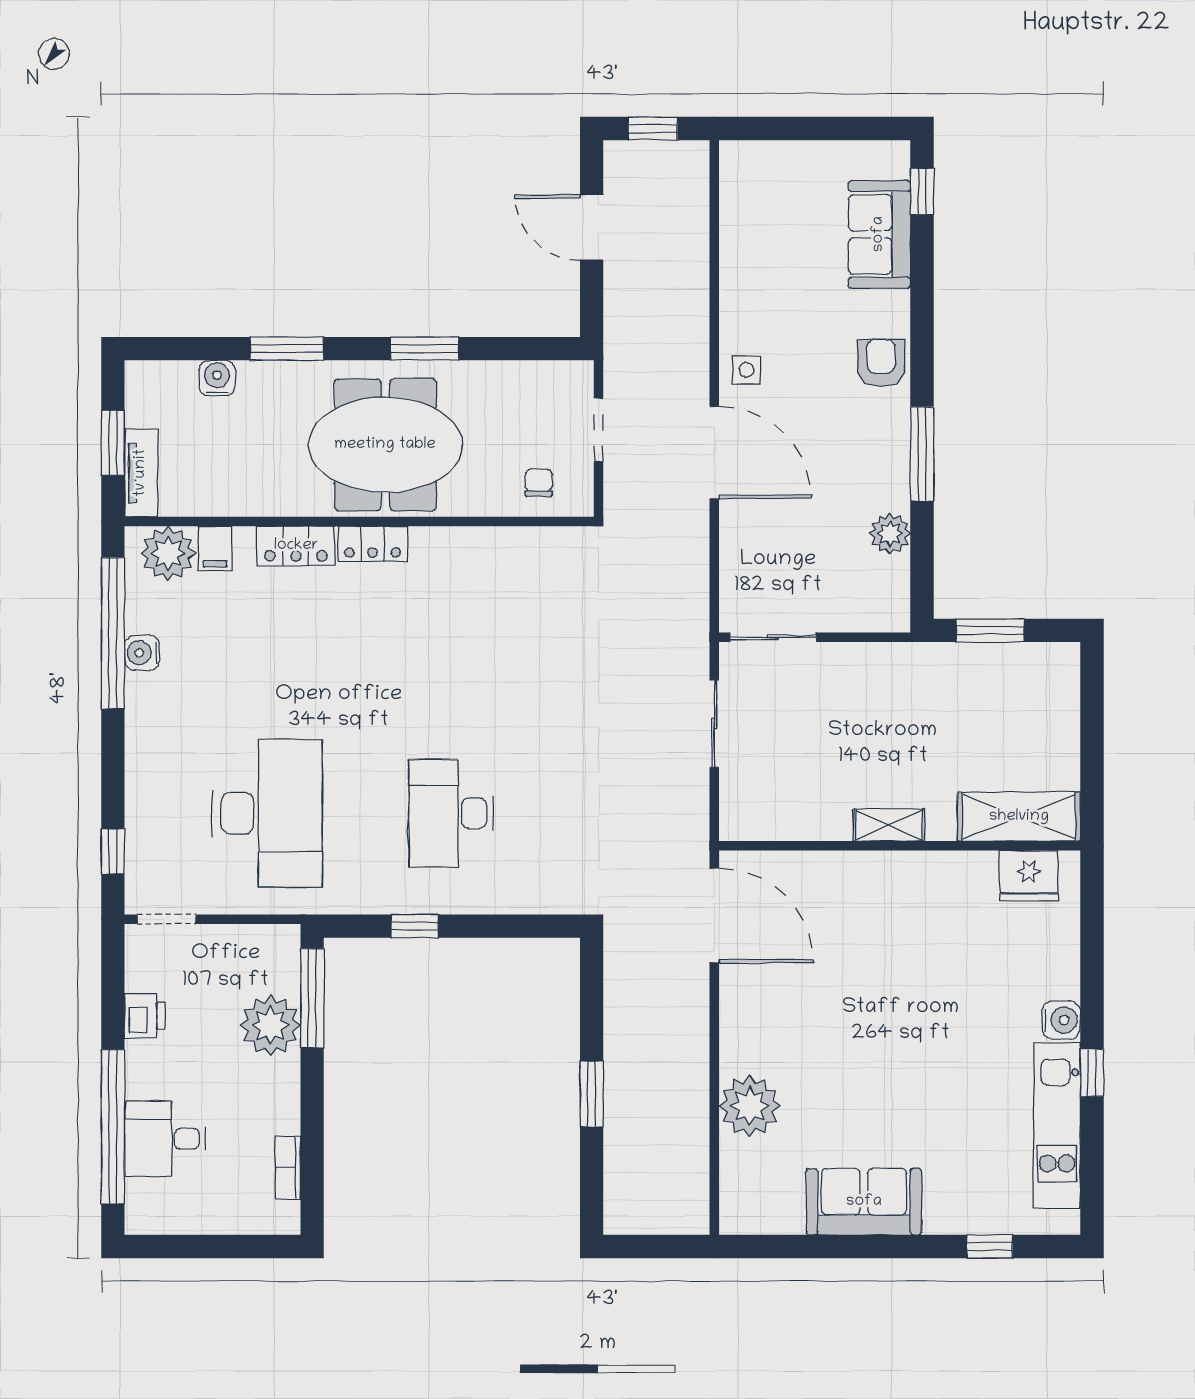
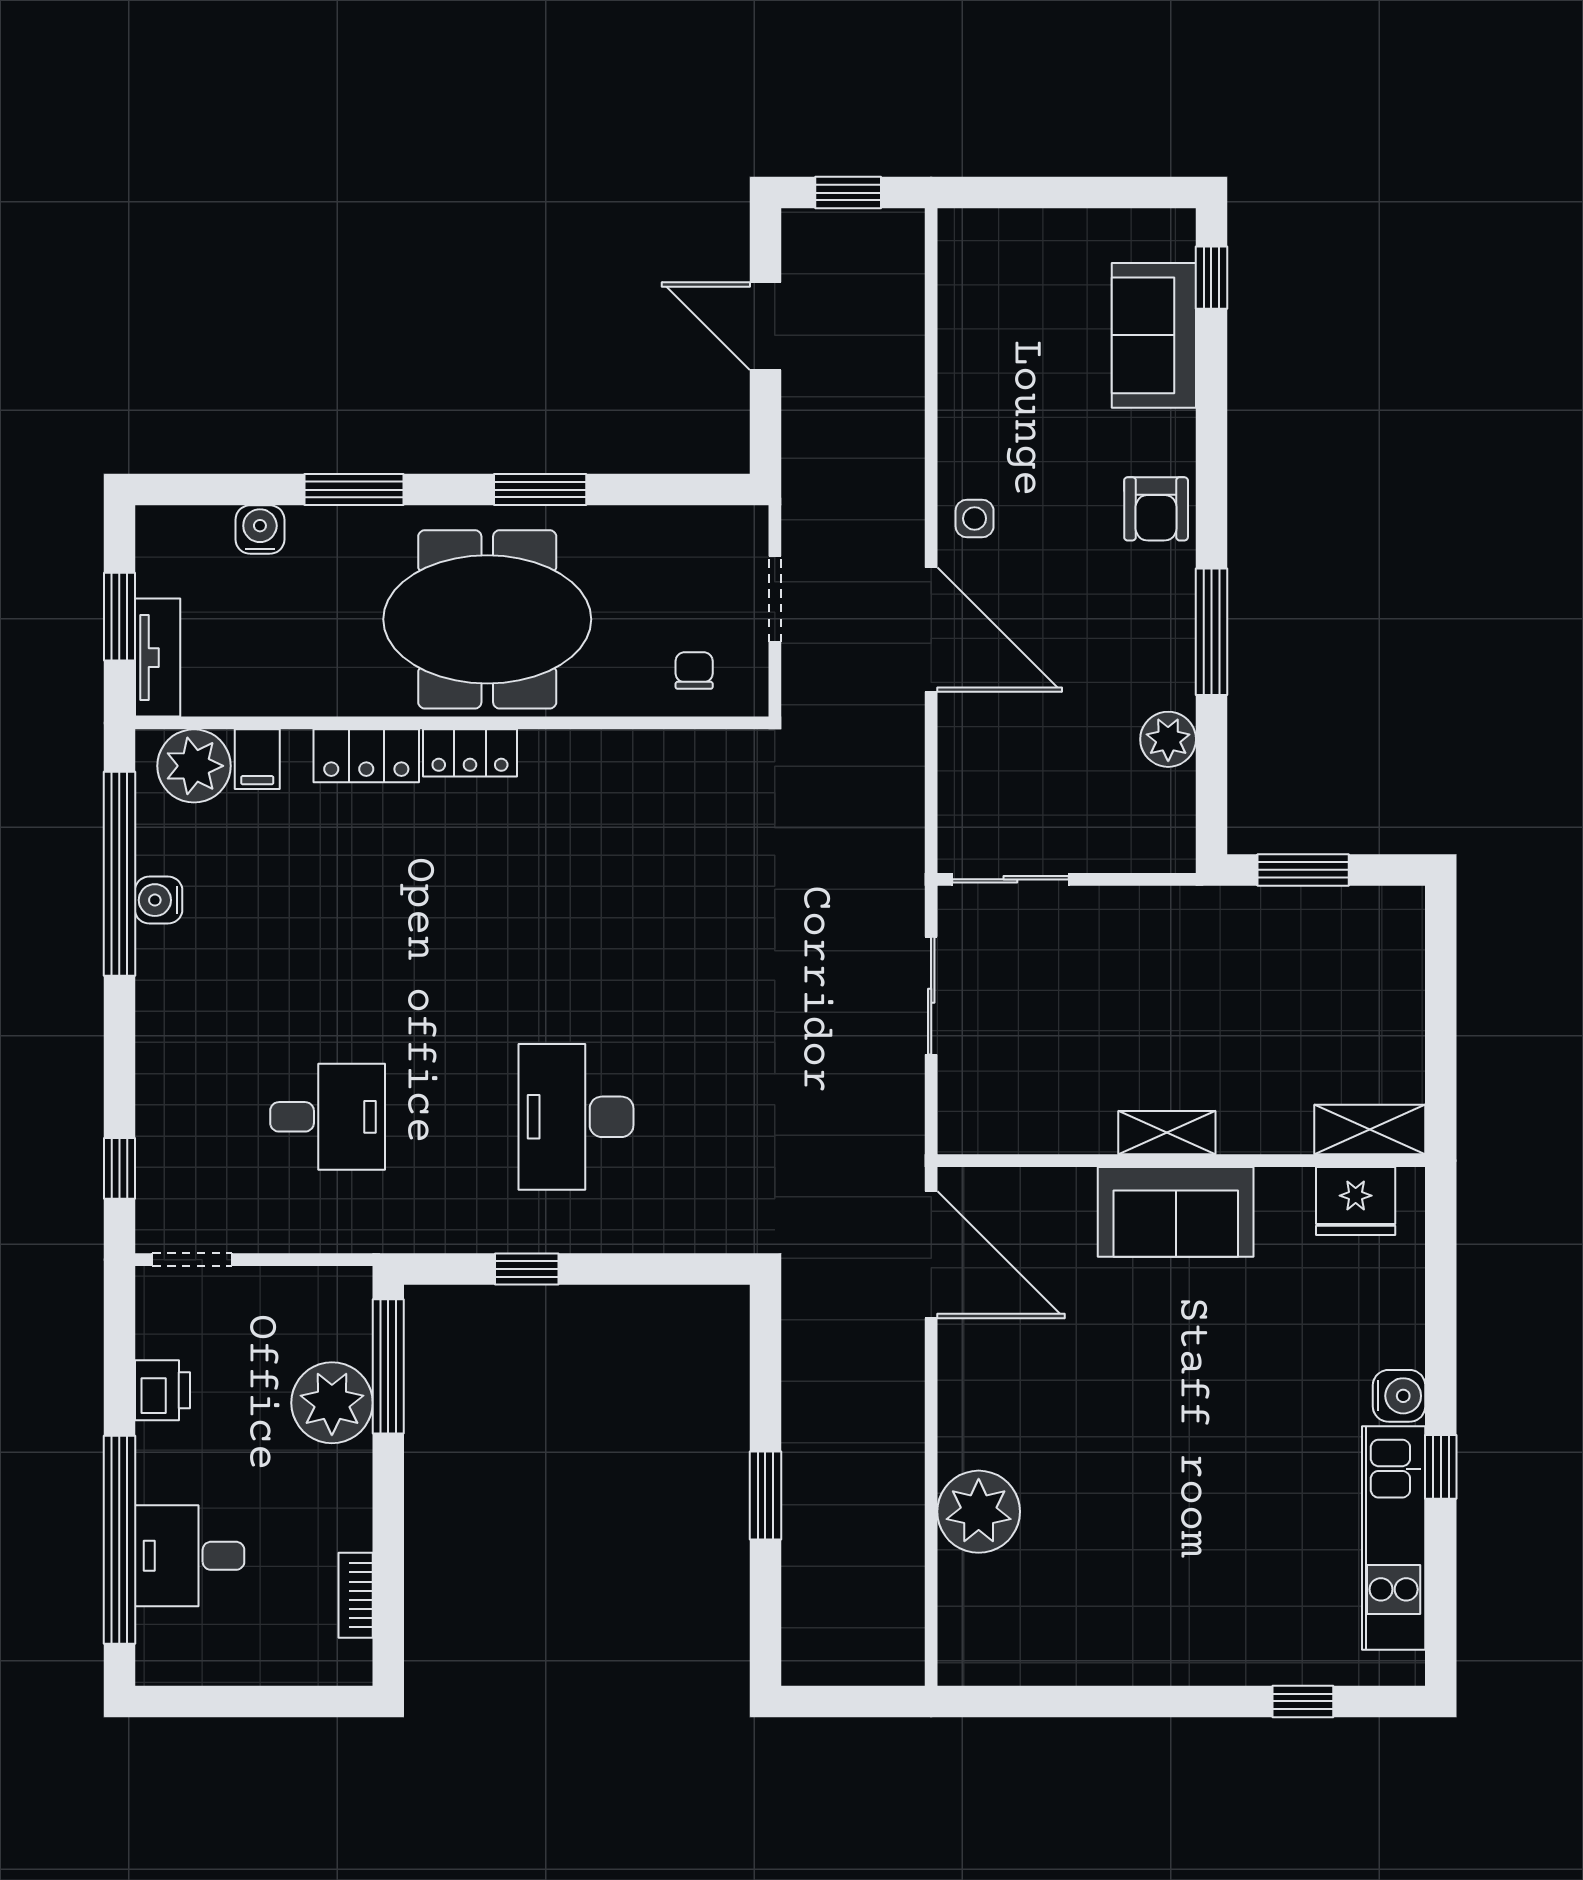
armchair: (881, 363) -> (1156, 509), turned 180
desk: (267, 813) -> (328, 1117), width x0.53, depth x0.77
shelving: (1019, 817) -> (1370, 1129), width x0.67, depth x0.75
sofa: (864, 1202) -> (1176, 1212), moved, turned 180

